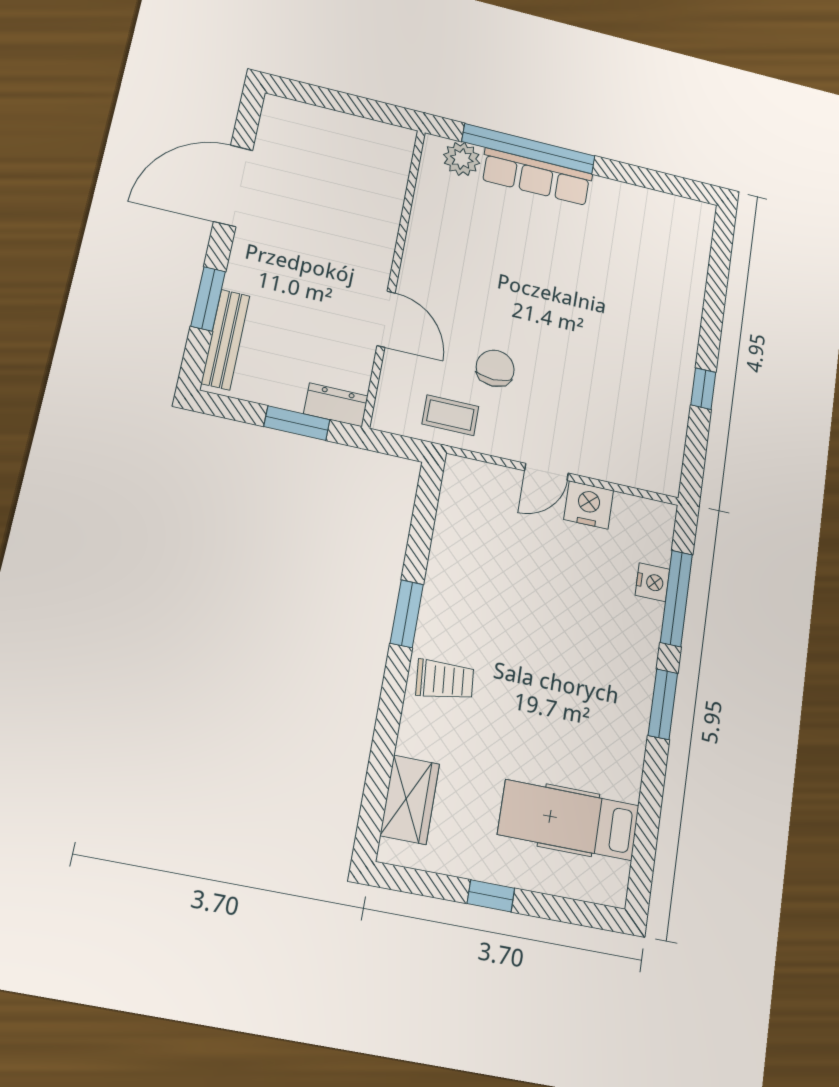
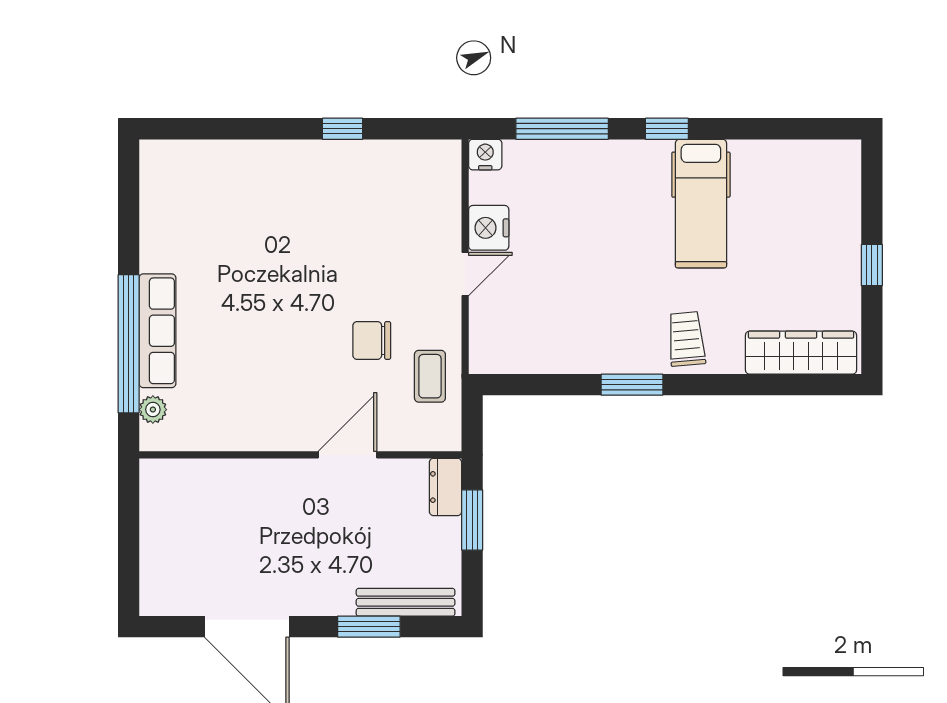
plant: (462, 159) -> (153, 410), width x0.73, depth x0.73
door: (546, 472) -> (465, 274), hinge flipped
nightstand: (652, 582) -> (485, 155), moved
window: (663, 704) -> (667, 129), width x0.67
wardrobe: (410, 800) -> (801, 353), width x1.50
hospital bed: (569, 820) -> (701, 204), moved

